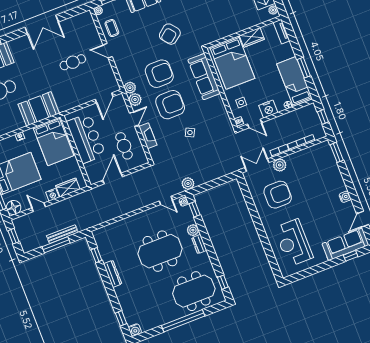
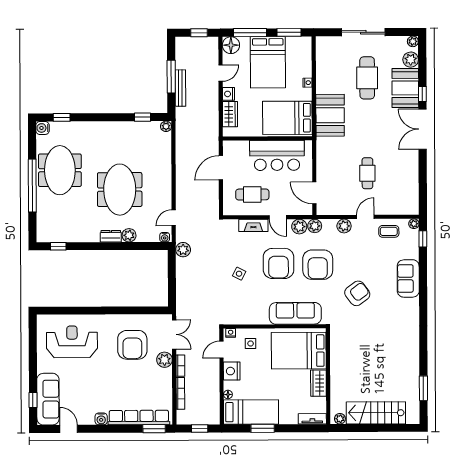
double door: (42, 25) -> (423, 129), moved
armchair: (170, 34) -> (357, 293), turned 91
plant: (121, 65) -> (344, 226), added
row of seats: (333, 168) -> (139, 418), added
door: (113, 179) -> (221, 168), swing flipped
window: (194, 209) -> (152, 246), removed
plant: (97, 234) -> (166, 126), added
dresser: (113, 274) -> (115, 127), removed
meeting table: (194, 291) -> (60, 170), moved

